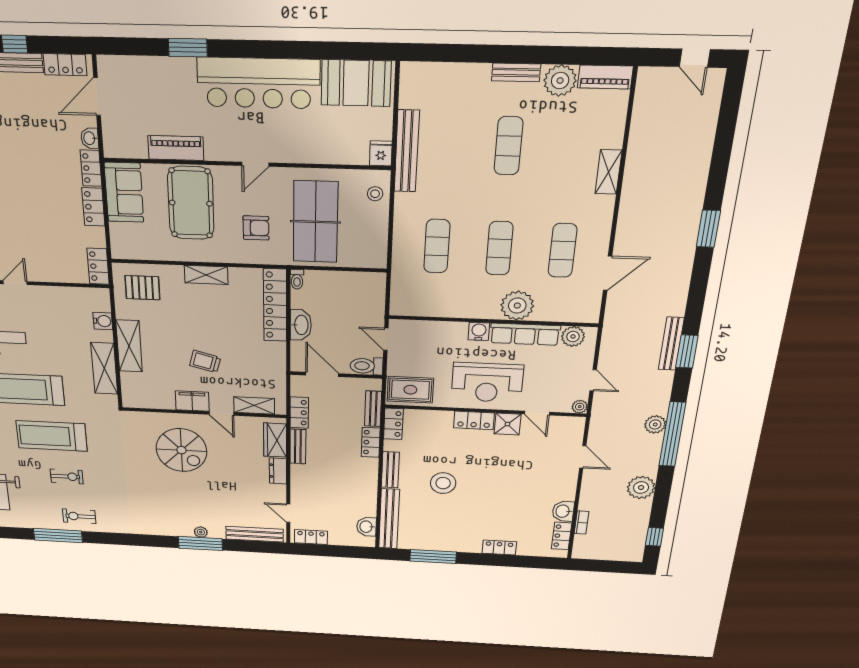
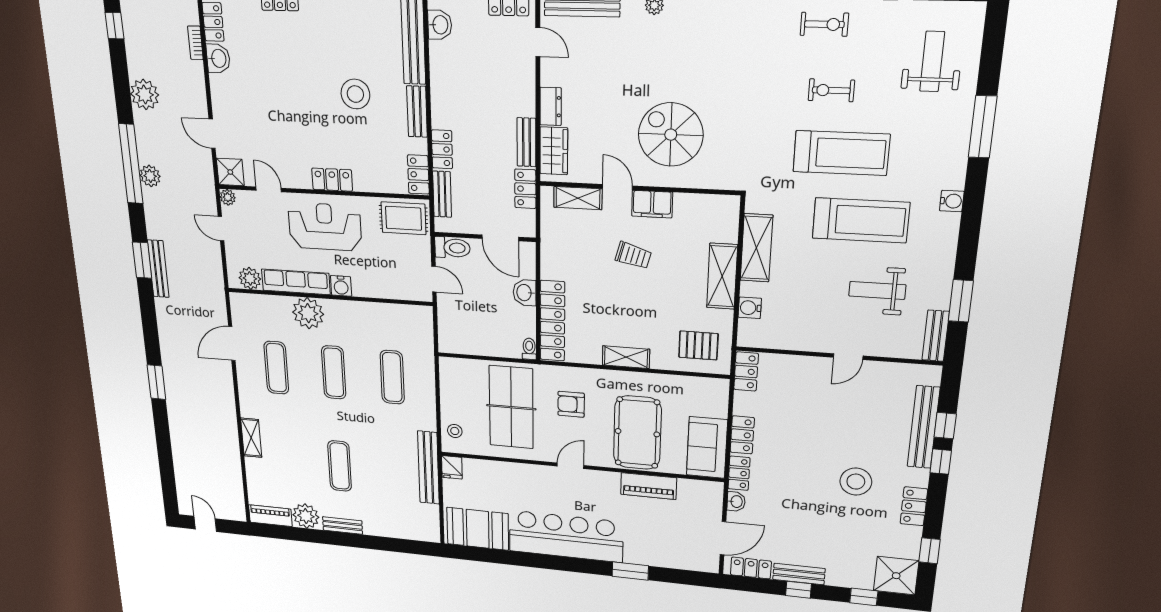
washbasin: (301, 325) -> (525, 293), width x0.72
shower: (507, 424) -> (230, 172), moved

